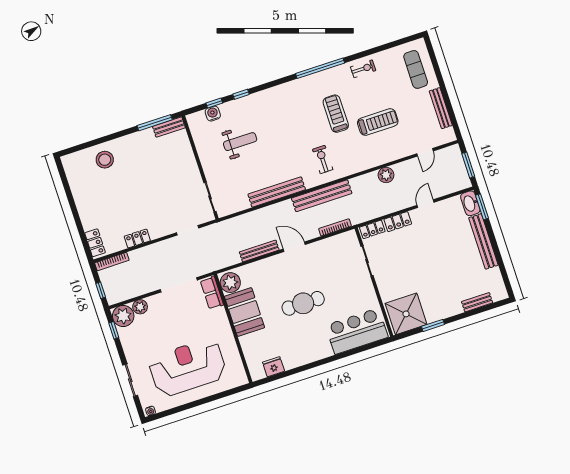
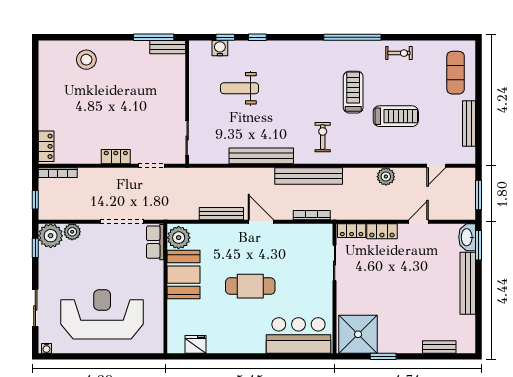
weight bench: (240, 142) -> (240, 88), turned 180
locker: (137, 238) -> (116, 157), moved

